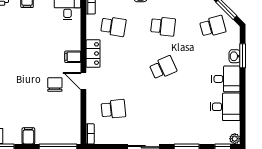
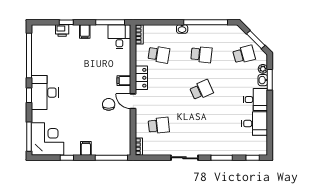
plant: (235, 139) -> (263, 69), moved

